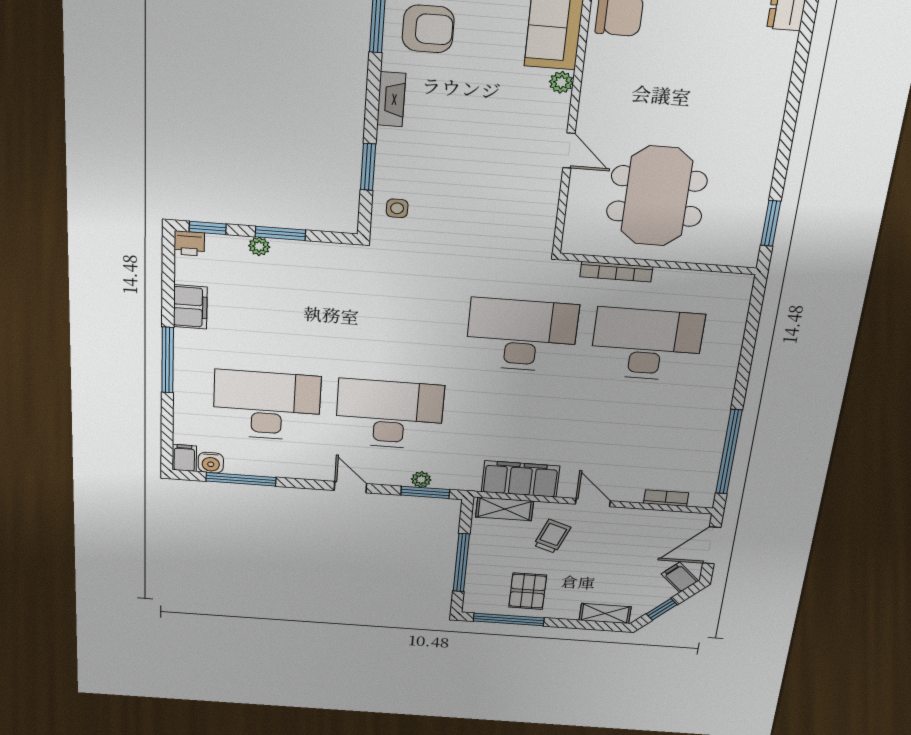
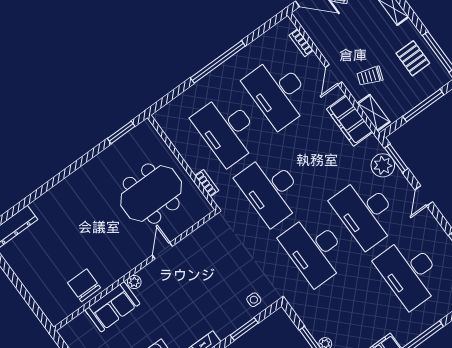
bookcase: (616, 272) -> (207, 183), width x0.64
desk: (396, 326) -> (315, 250), added
desk: (633, 432) -> (278, 92), added
window: (729, 452) -> (218, 62), moved
plant: (421, 480) -> (383, 165), width x1.87, depth x1.87
pallet: (528, 591) -> (413, 58), turned 90

